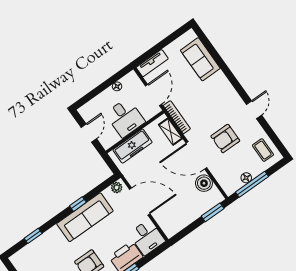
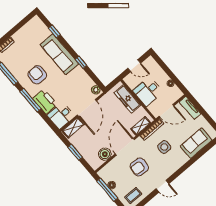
side table: (202, 103) -> (164, 147), added
armchair: (225, 139) -> (139, 167), turned -86
window: (213, 212) -> (75, 152), moved
sofa: (85, 217) -> (59, 54), moved
shelving: (164, 222) -> (73, 128), added

